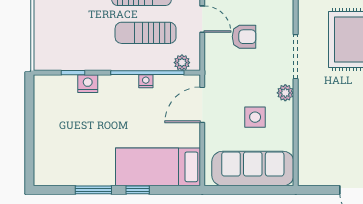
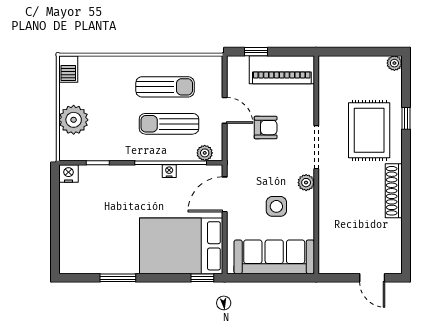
plant: (48, 29) -> (74, 120), added
nightstand: (88, 84) -> (69, 174), moved
bed: (158, 167) -> (181, 246), width x1.50
window: (138, 190) -> (202, 278), moved

